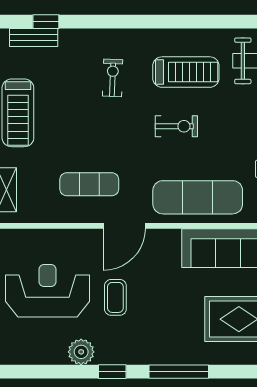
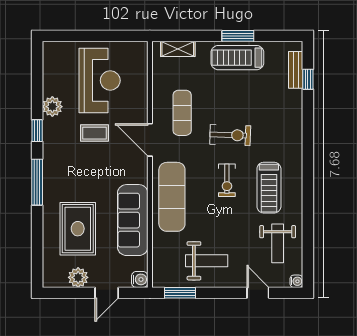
exercise bike: (113, 78) -> (230, 135), moved, width x1.38, depth x1.39

